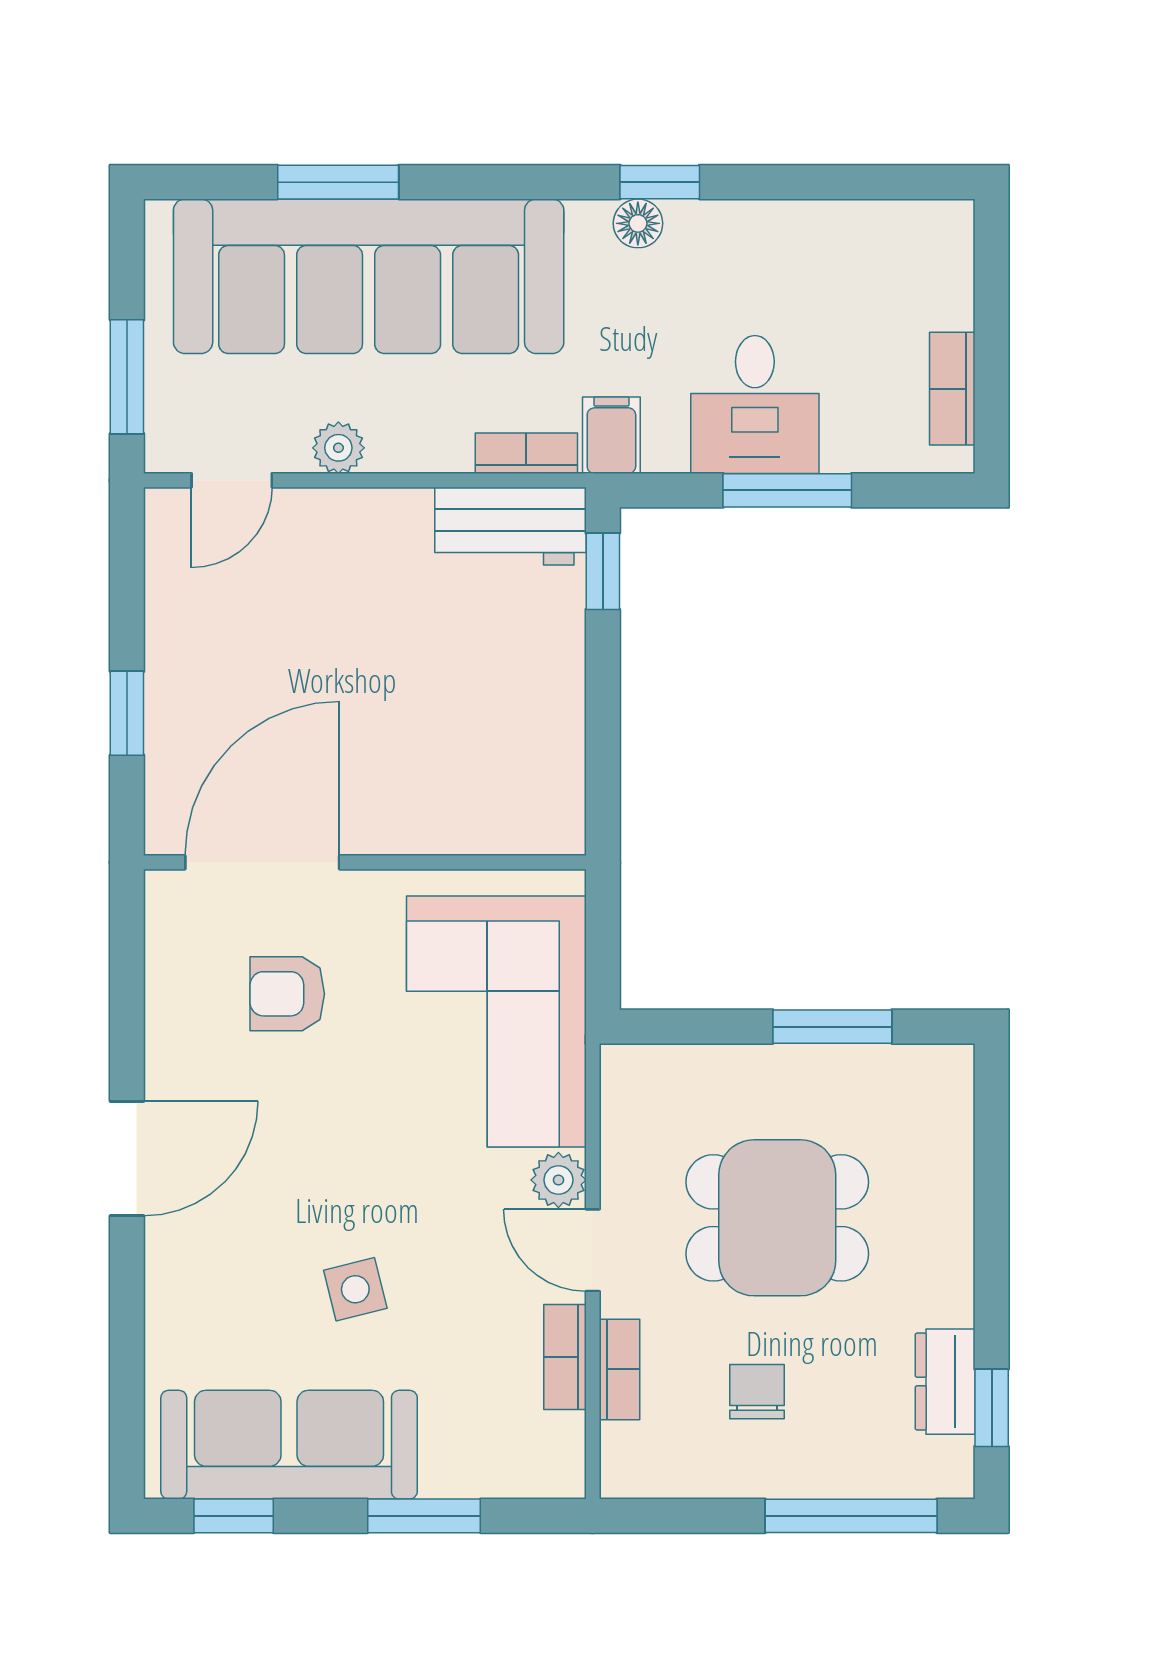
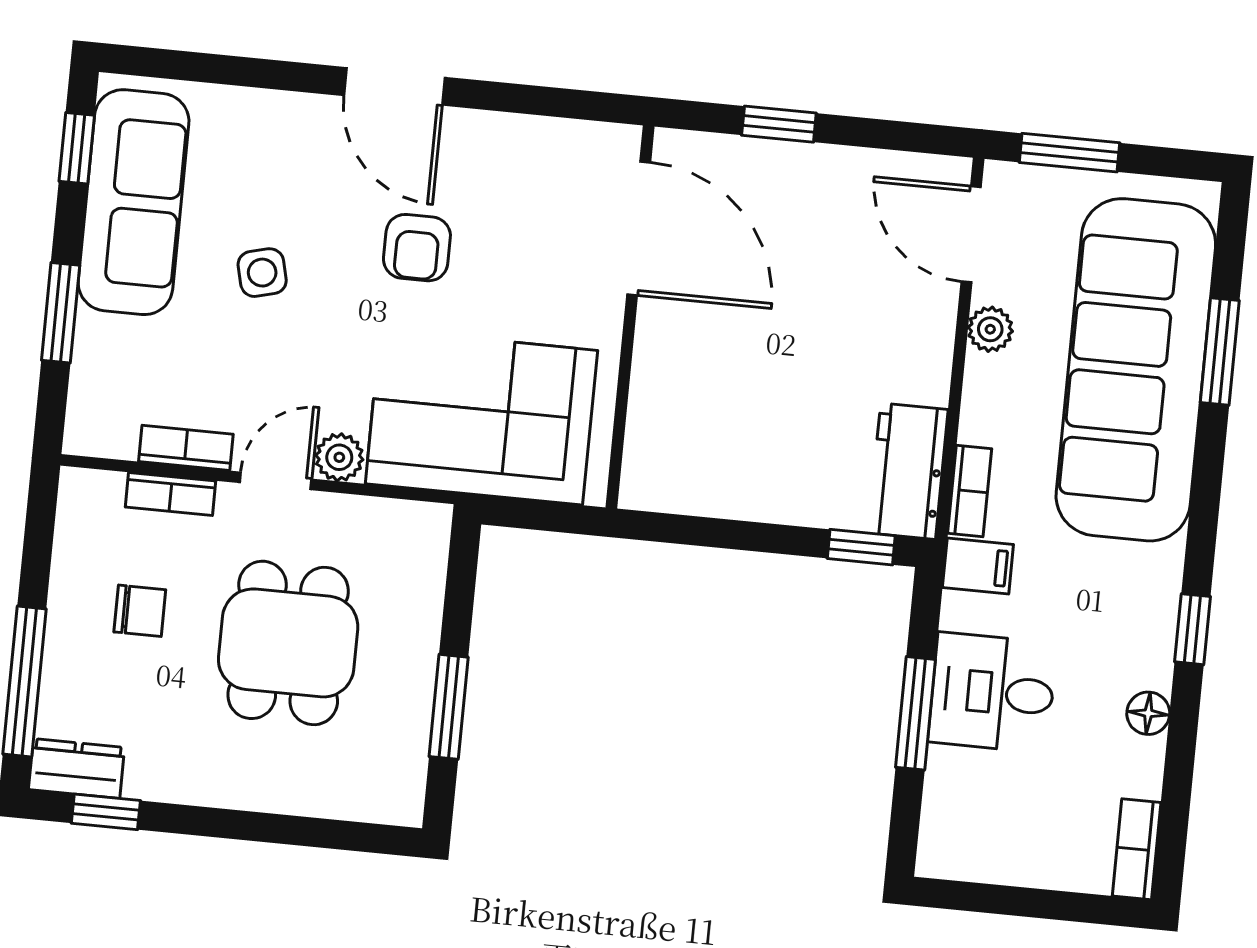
floor lamp: (638, 223) -> (1148, 713), moved
bookcase: (952, 389) -> (1137, 849), moved, turned -90
door: (232, 480) -> (971, 234), width x1.38
armchair: (287, 994) -> (417, 248), moved, turned 180
dresser: (945, 1382) -> (77, 769), moved

